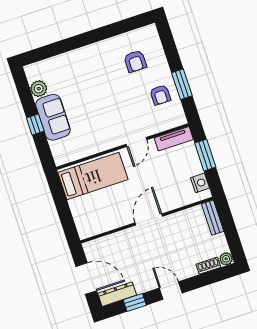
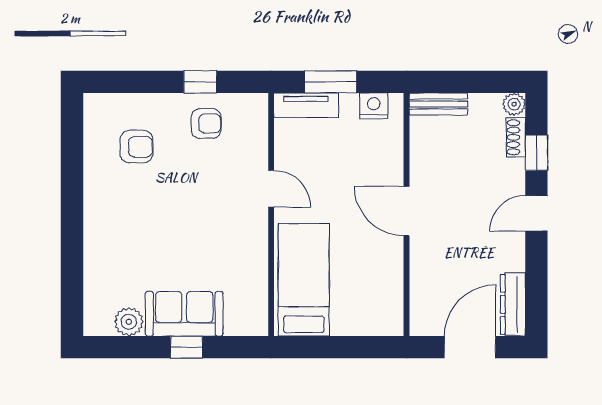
window: (182, 84) -> (200, 82), width x0.67
tv unit: (174, 139) -> (306, 105), moved, turned 90
window: (135, 302) -> (536, 153), moved

